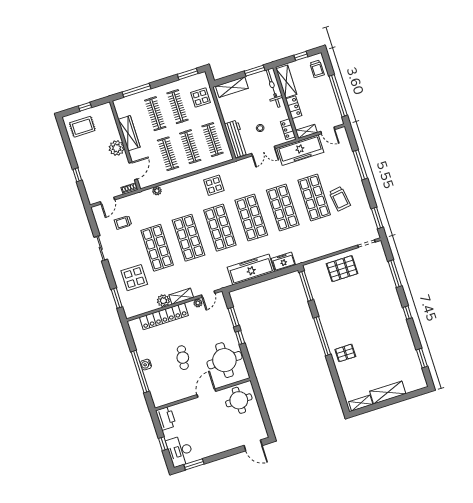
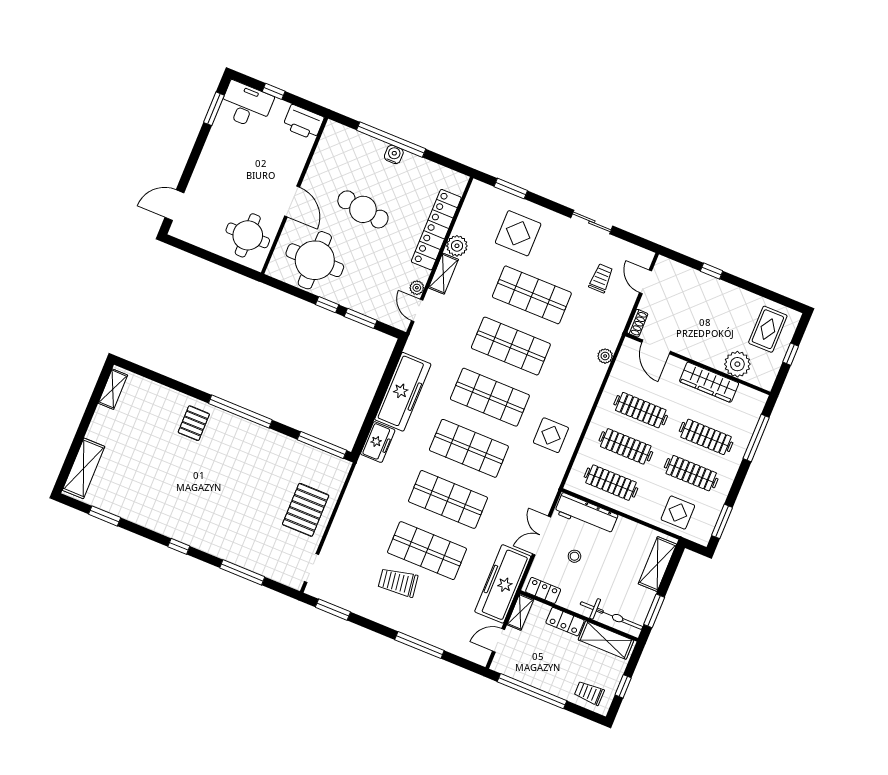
plant: (117, 148) -> (737, 364), moved
cafe table: (183, 358) -> (363, 209), width x1.37, depth x1.35
shelving: (388, 393) -> (84, 468), moved

